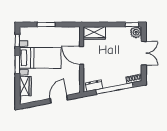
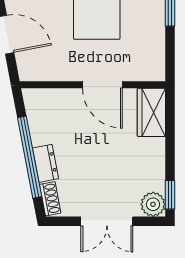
door: (82, 55) -> (102, 85), swing flipped
dresser: (94, 86) -> (45, 163), moved

